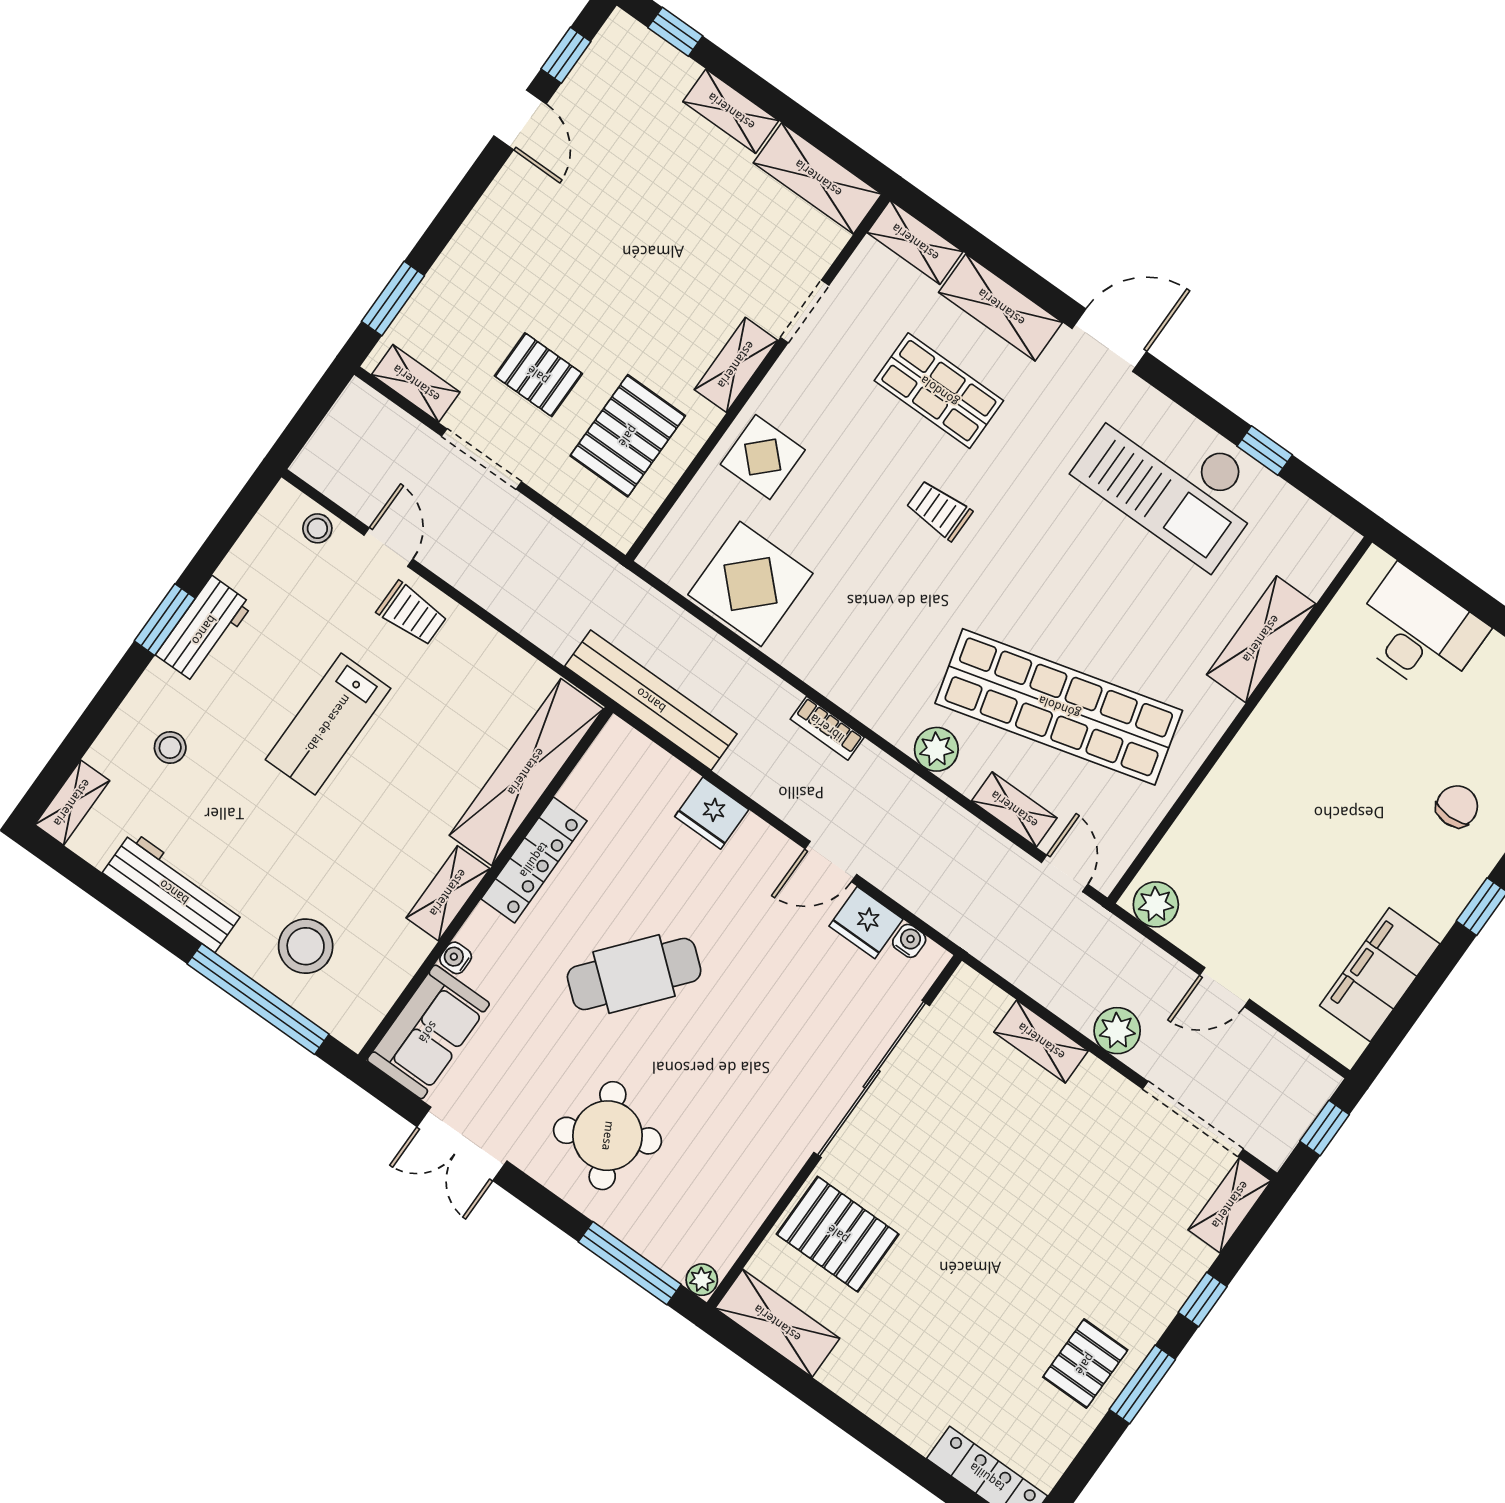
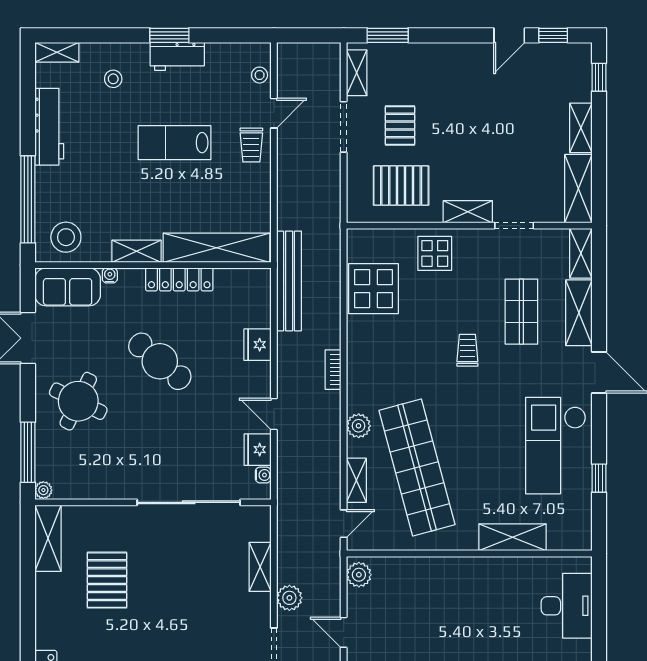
stool: (306, 946) -> (66, 237), moved
round table: (608, 1136) -> (78, 401), turned -36
pallet: (838, 1234) -> (107, 580), moved

